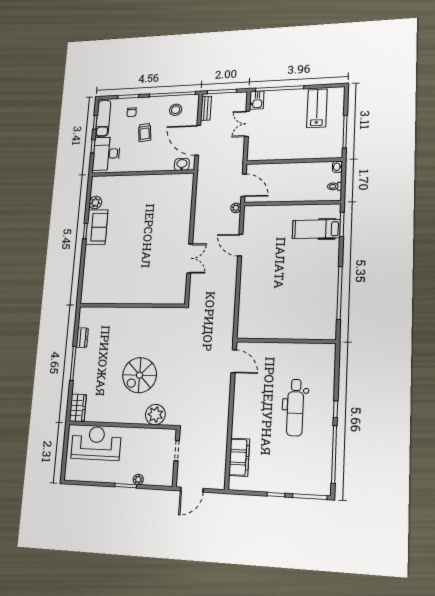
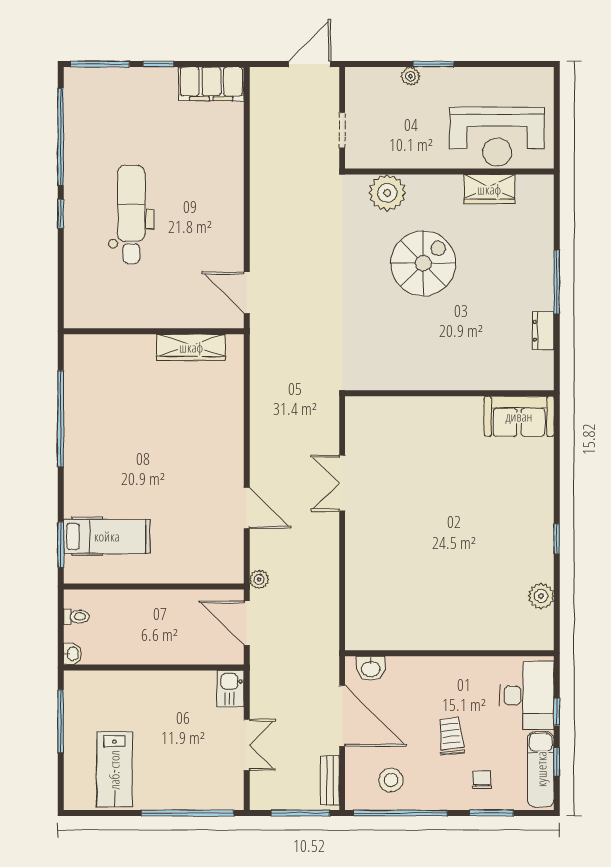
kitchen sink: (257, 100) -> (231, 689), moved
sofa: (97, 227) -> (519, 416), moved, turned -90
wardrobe: (265, 332) -> (191, 347), added
wardrobe: (78, 408) -> (489, 189), moved, turned -90
filing cabinet: (239, 457) -> (211, 84), moved, turned -90

